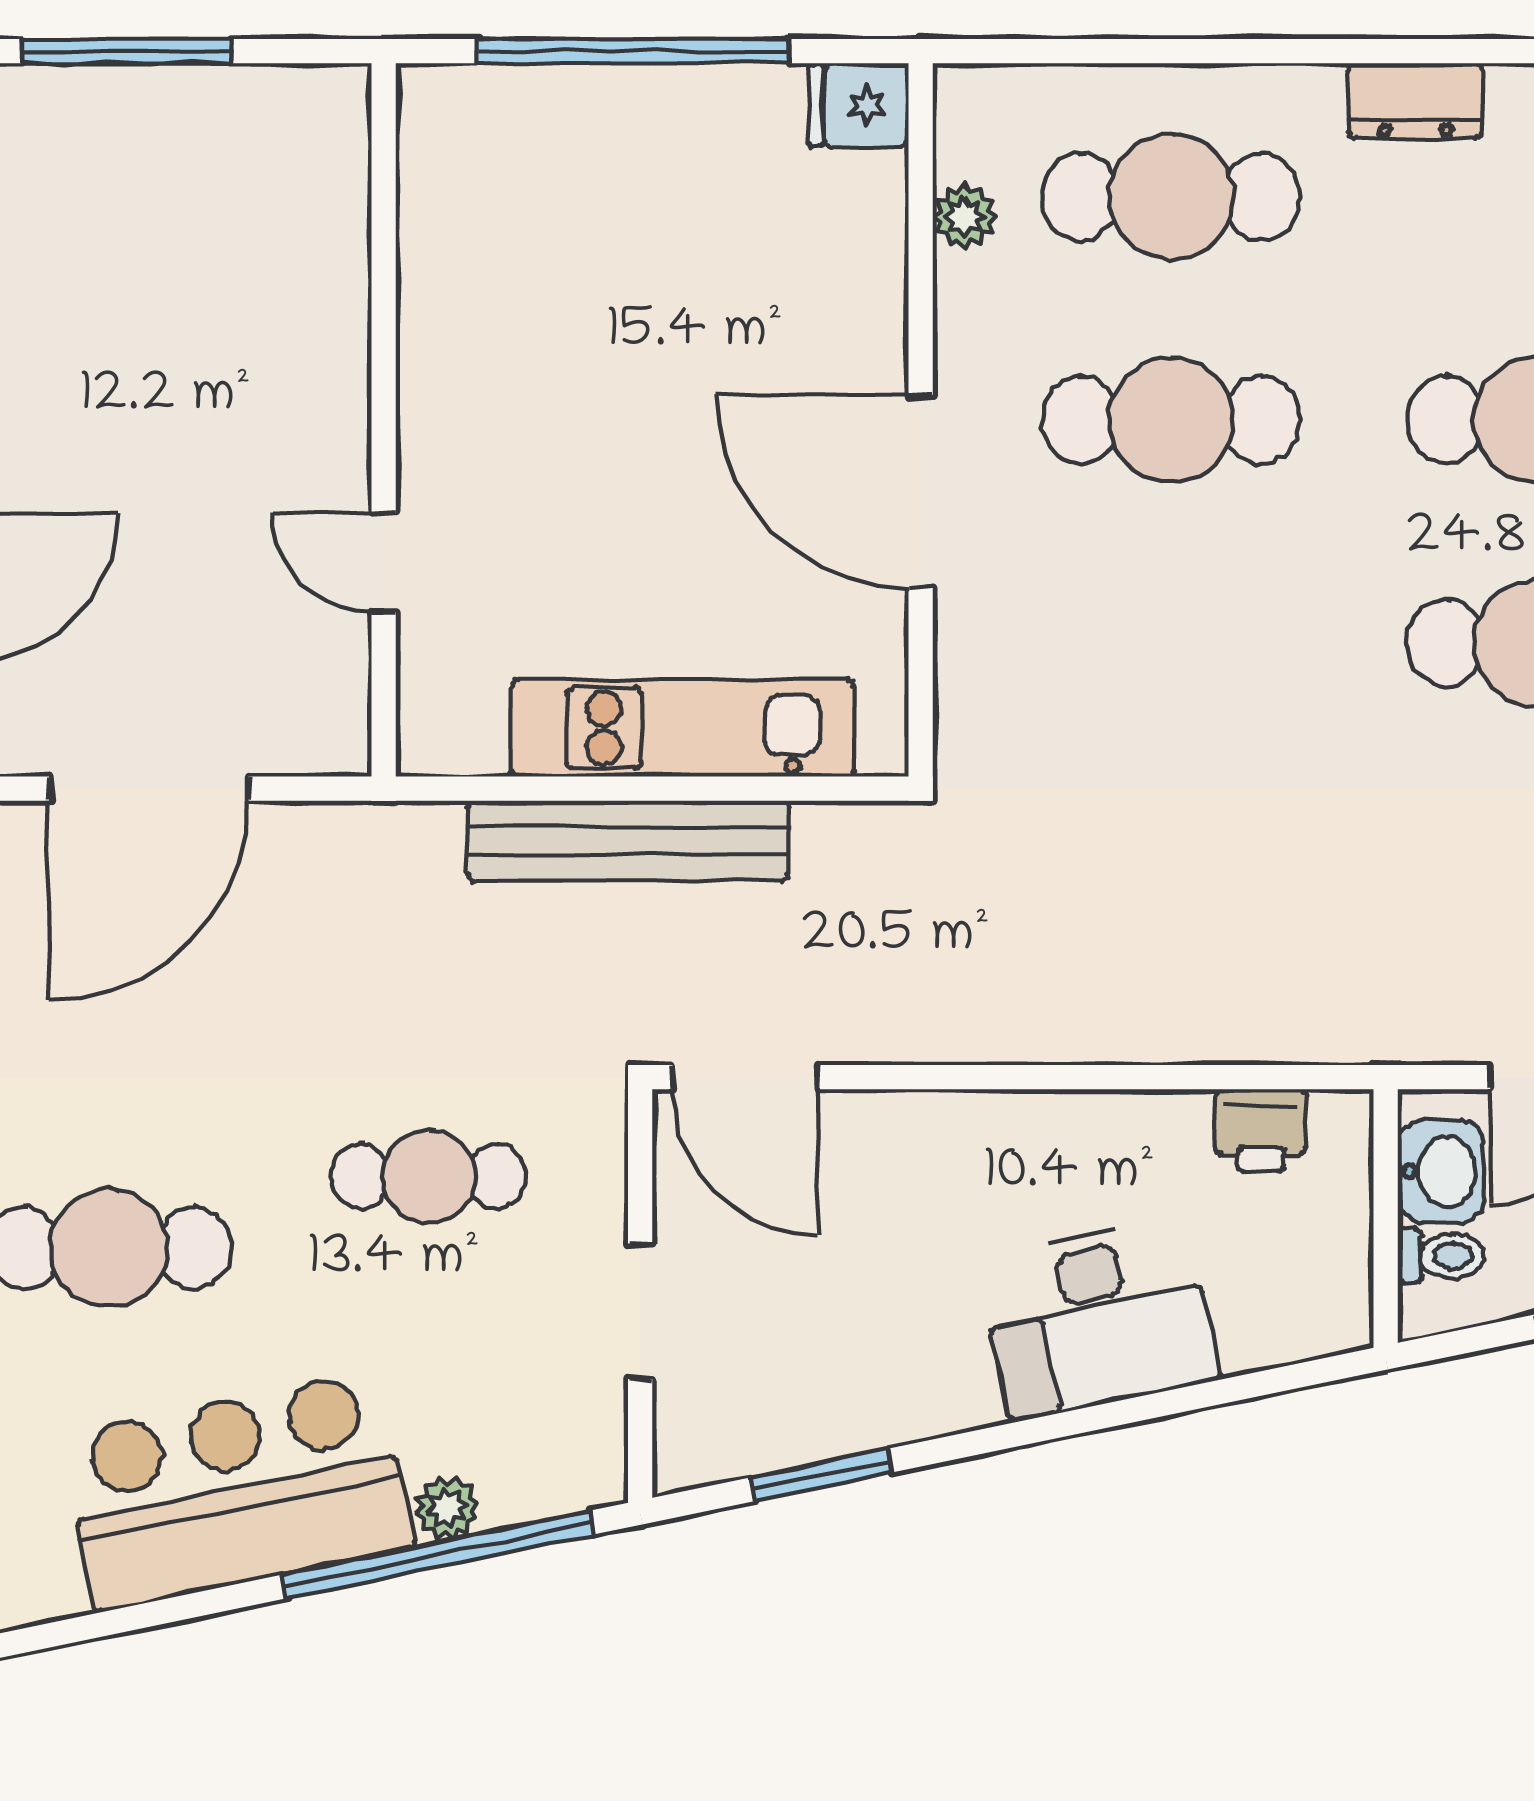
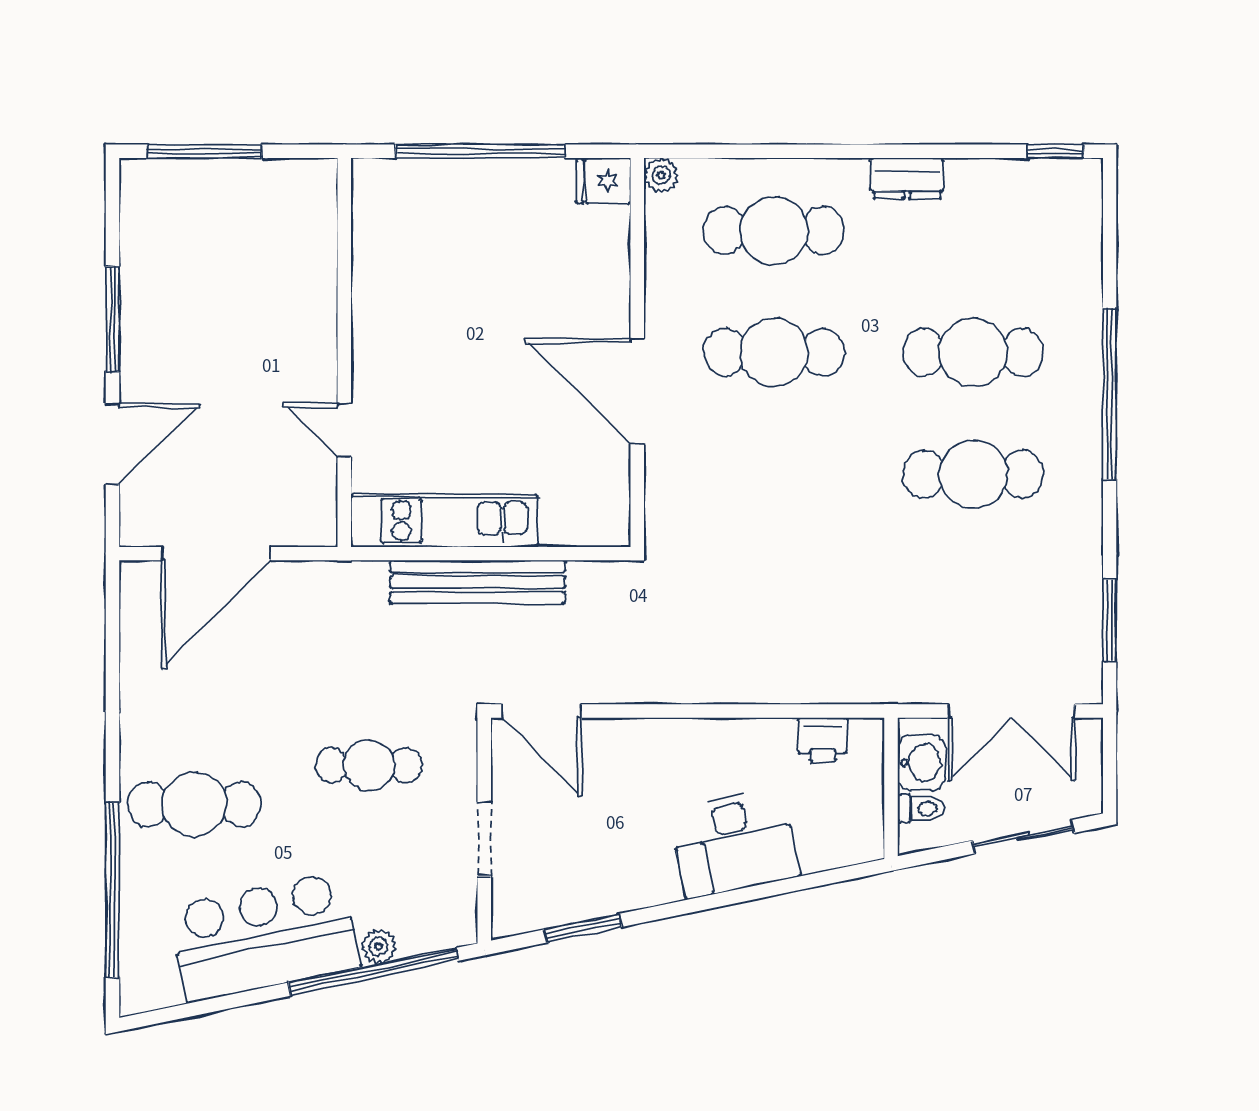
plant: (965, 217) -> (661, 175), moved
kitchen unit: (683, 728) -> (444, 521), moved

